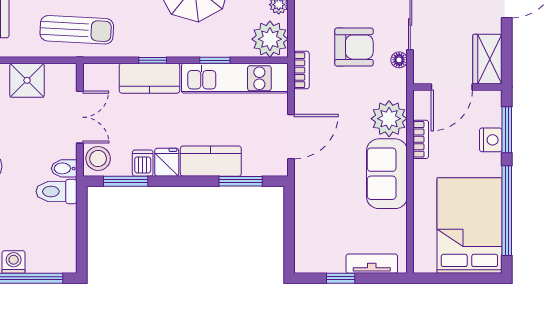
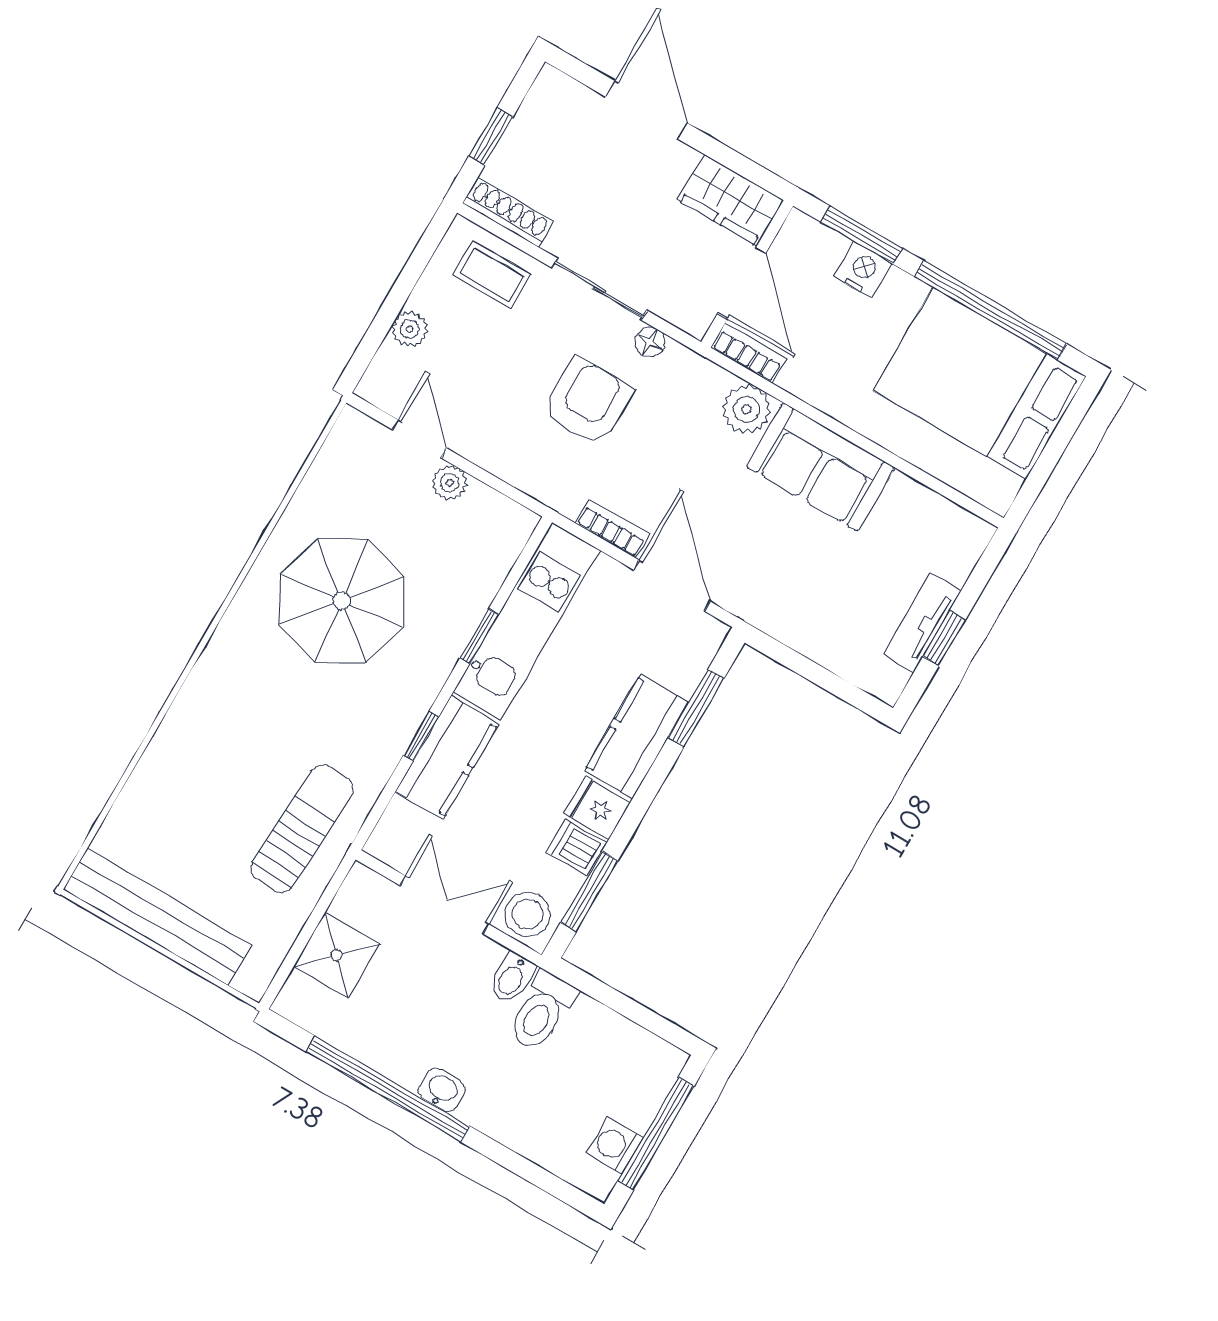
plant: (270, 39) -> (496, 529), removed
bookcase: (302, 70) -> (612, 529), moved
plant: (389, 119) -> (746, 409), width x0.73, depth x0.73
bookcase: (421, 139) -> (748, 353), moved
tv unit: (372, 264) -> (922, 623), moved

